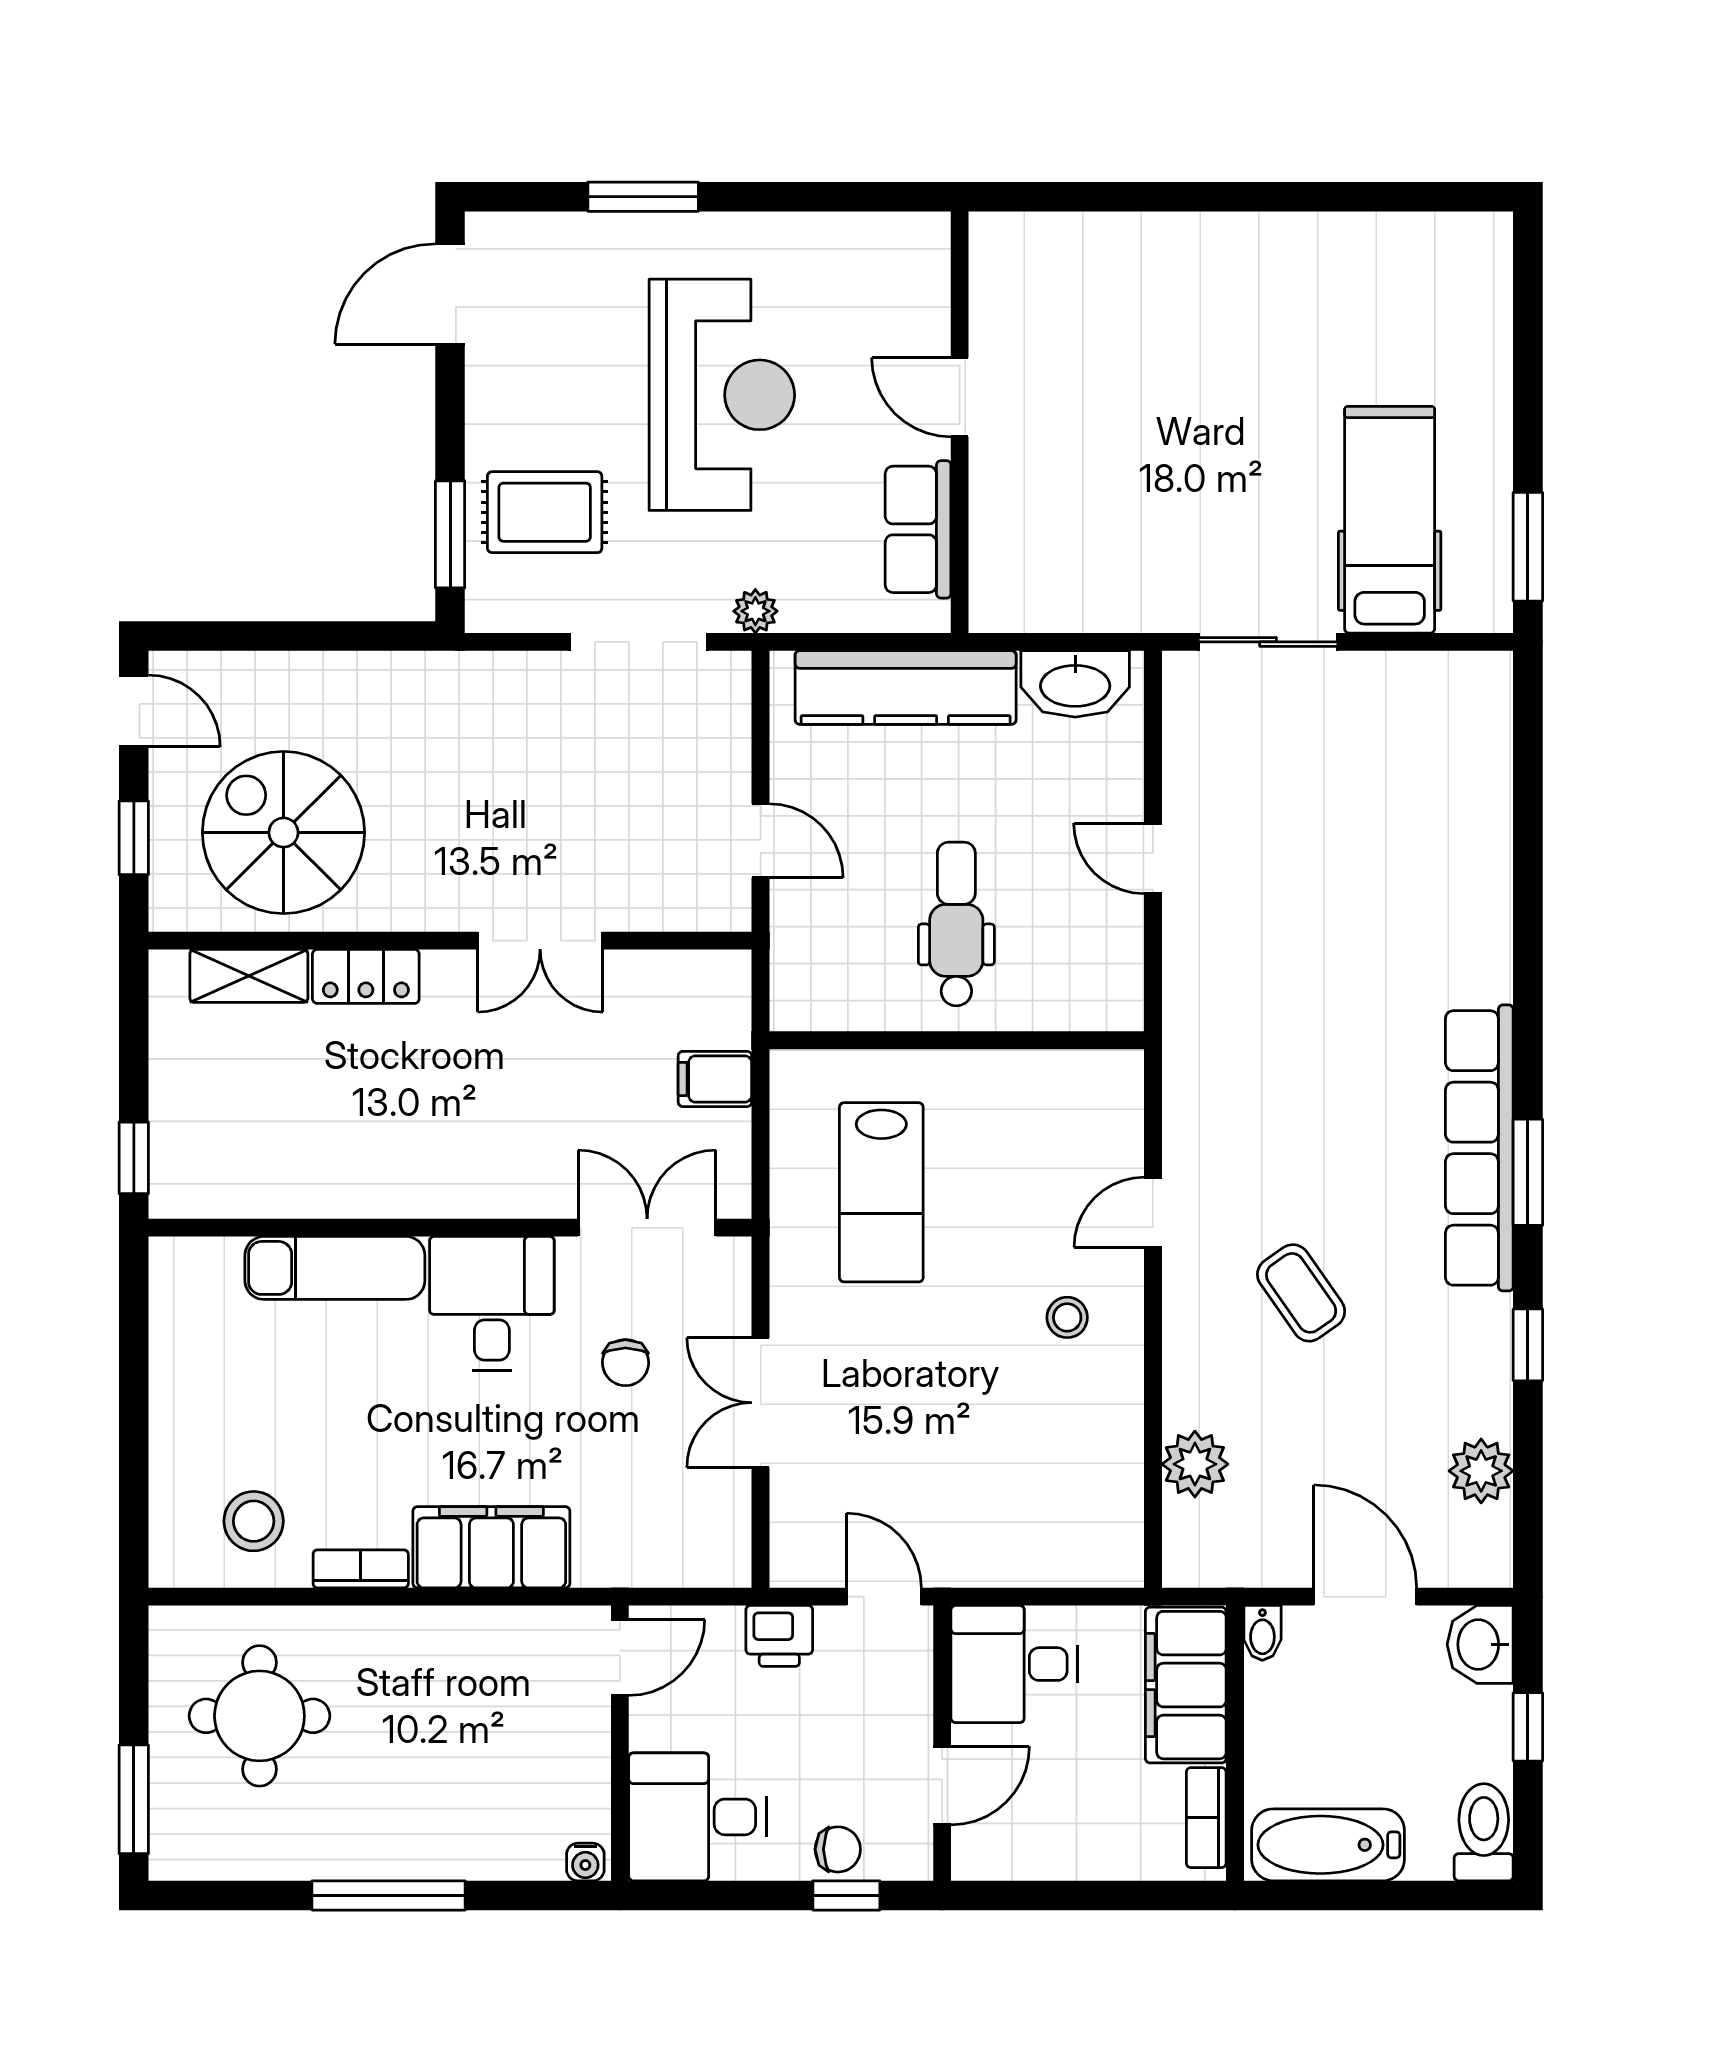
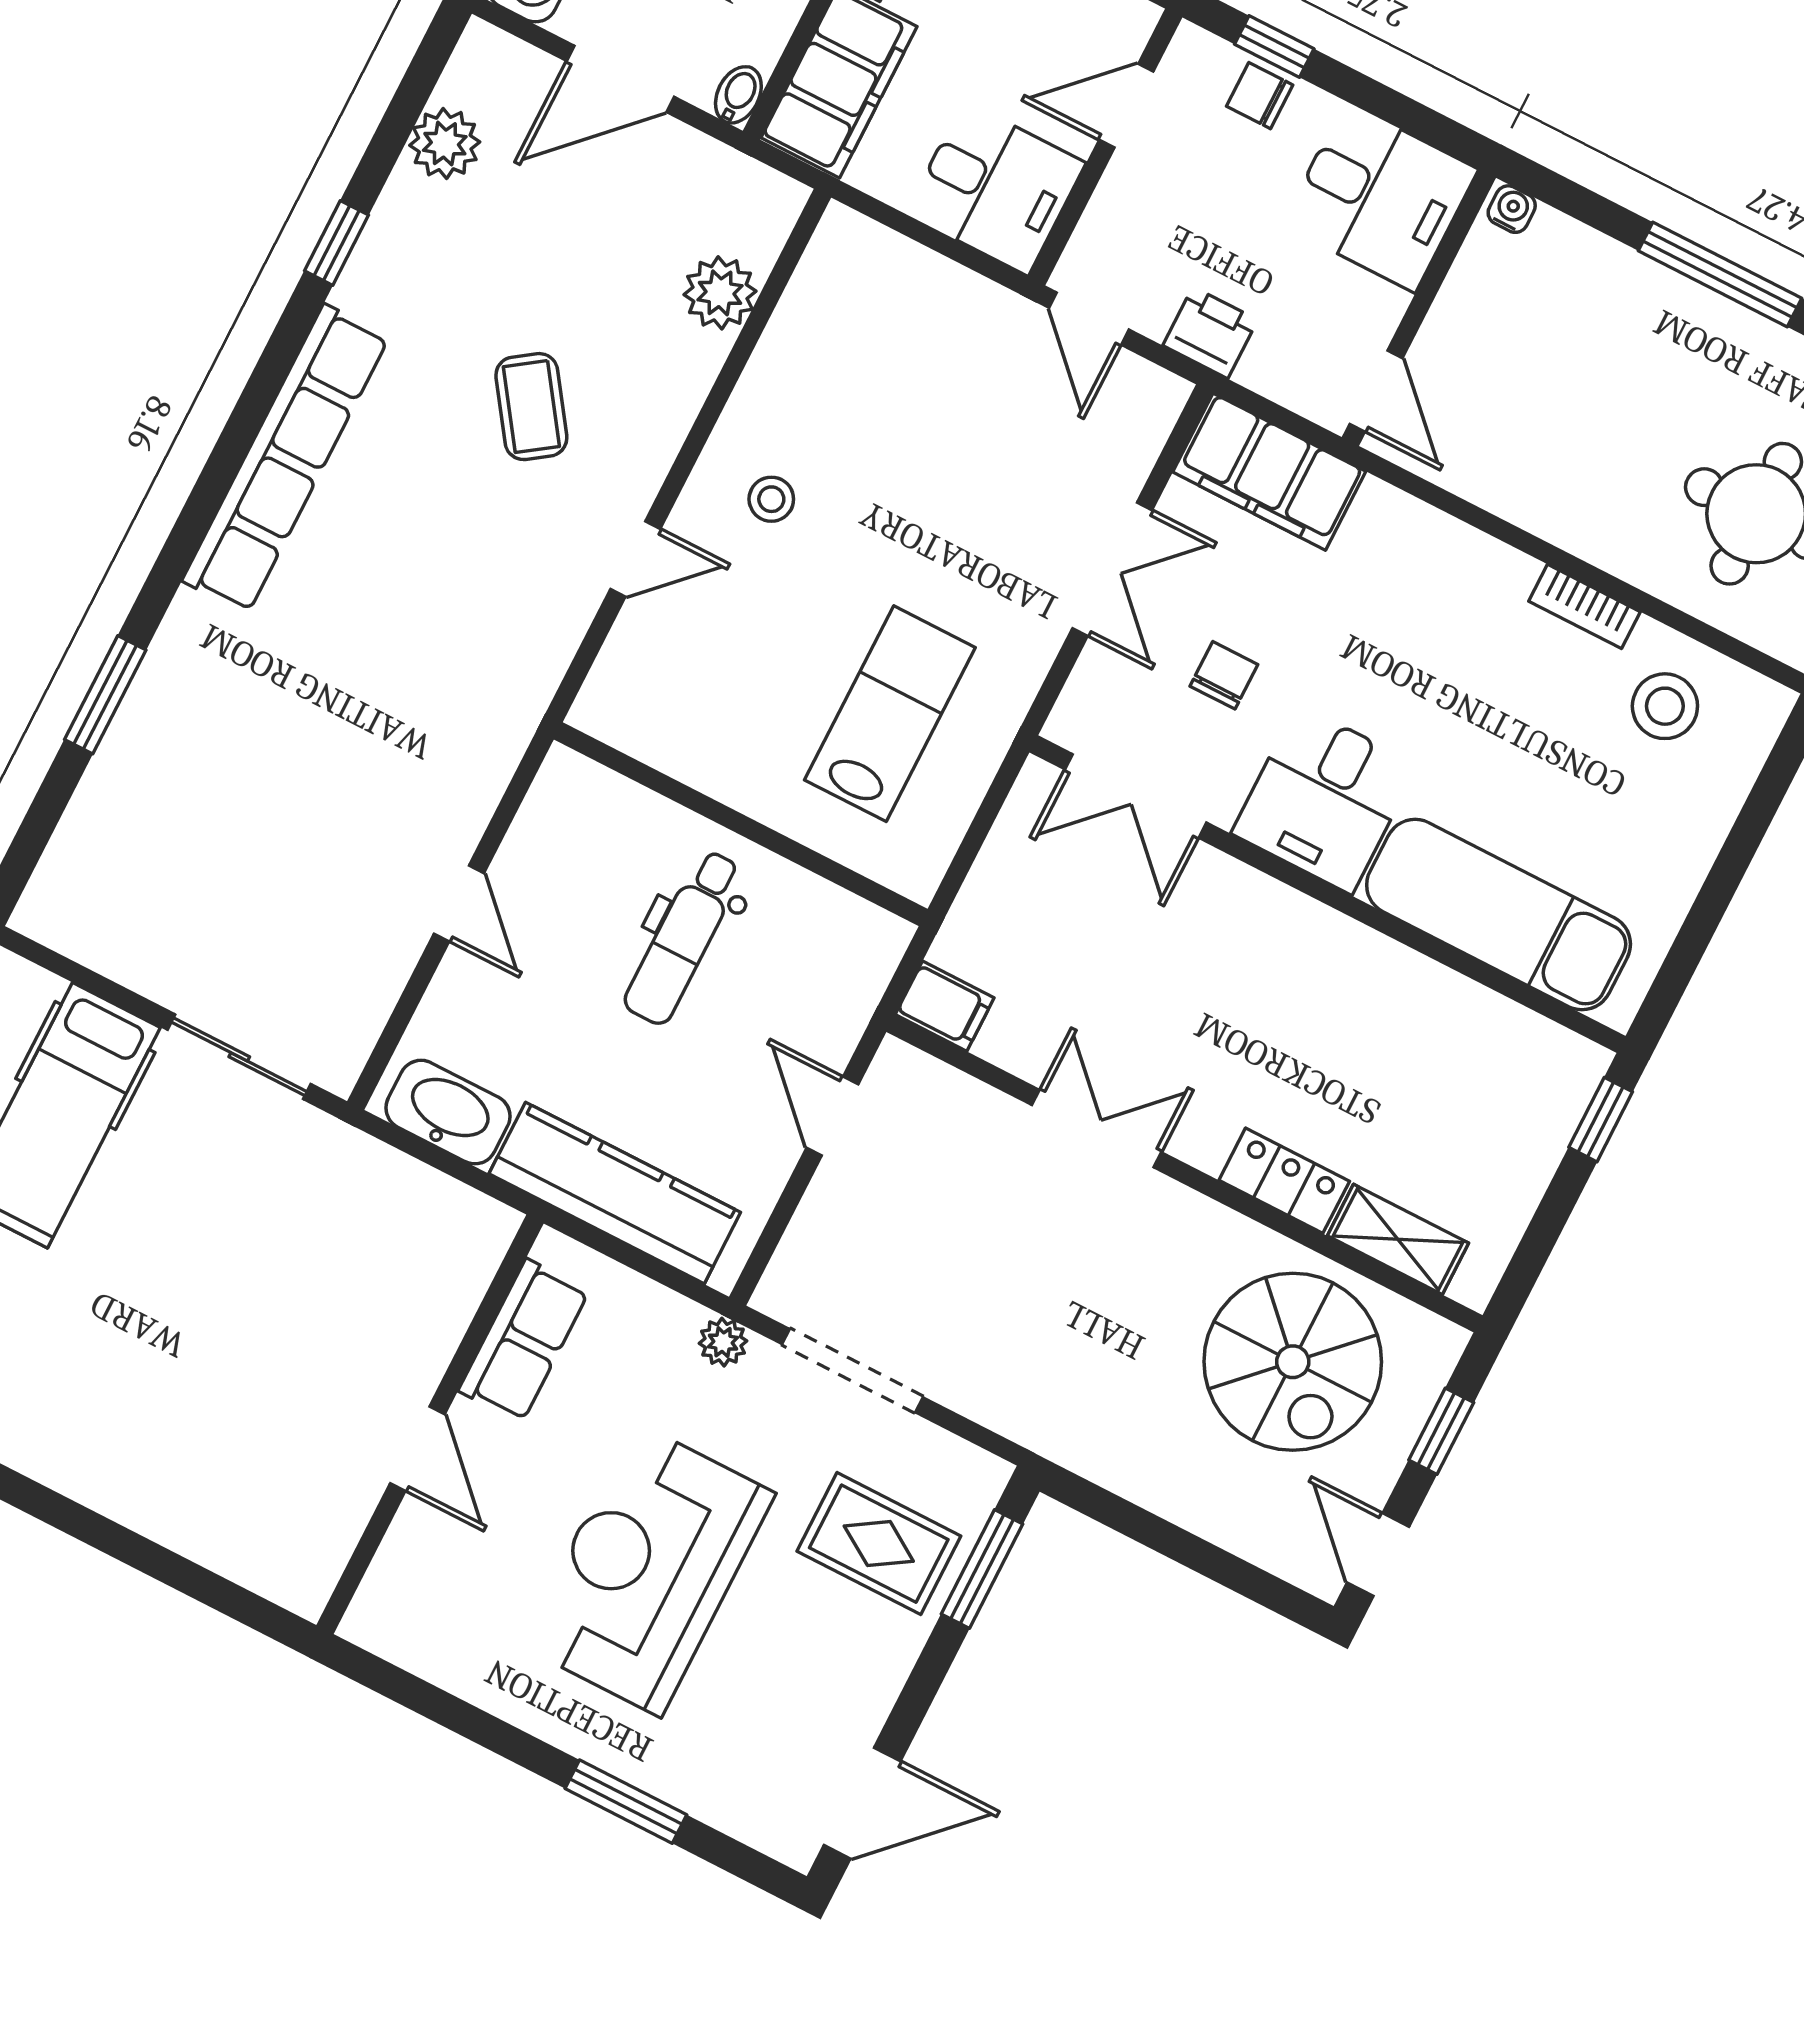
filing cabinet: (715, 1079) -> (945, 1006), moved
window: (1528, 1172) -> (105, 695), moved
exam couch: (335, 1268) -> (1499, 915), width x1.36, depth x1.45
filing cabinet: (491, 1547) -> (1269, 472), moved
door: (1365, 1597) -> (620, 79), hinge flipped
door: (620, 1657) -> (1376, 391), swing flipped

